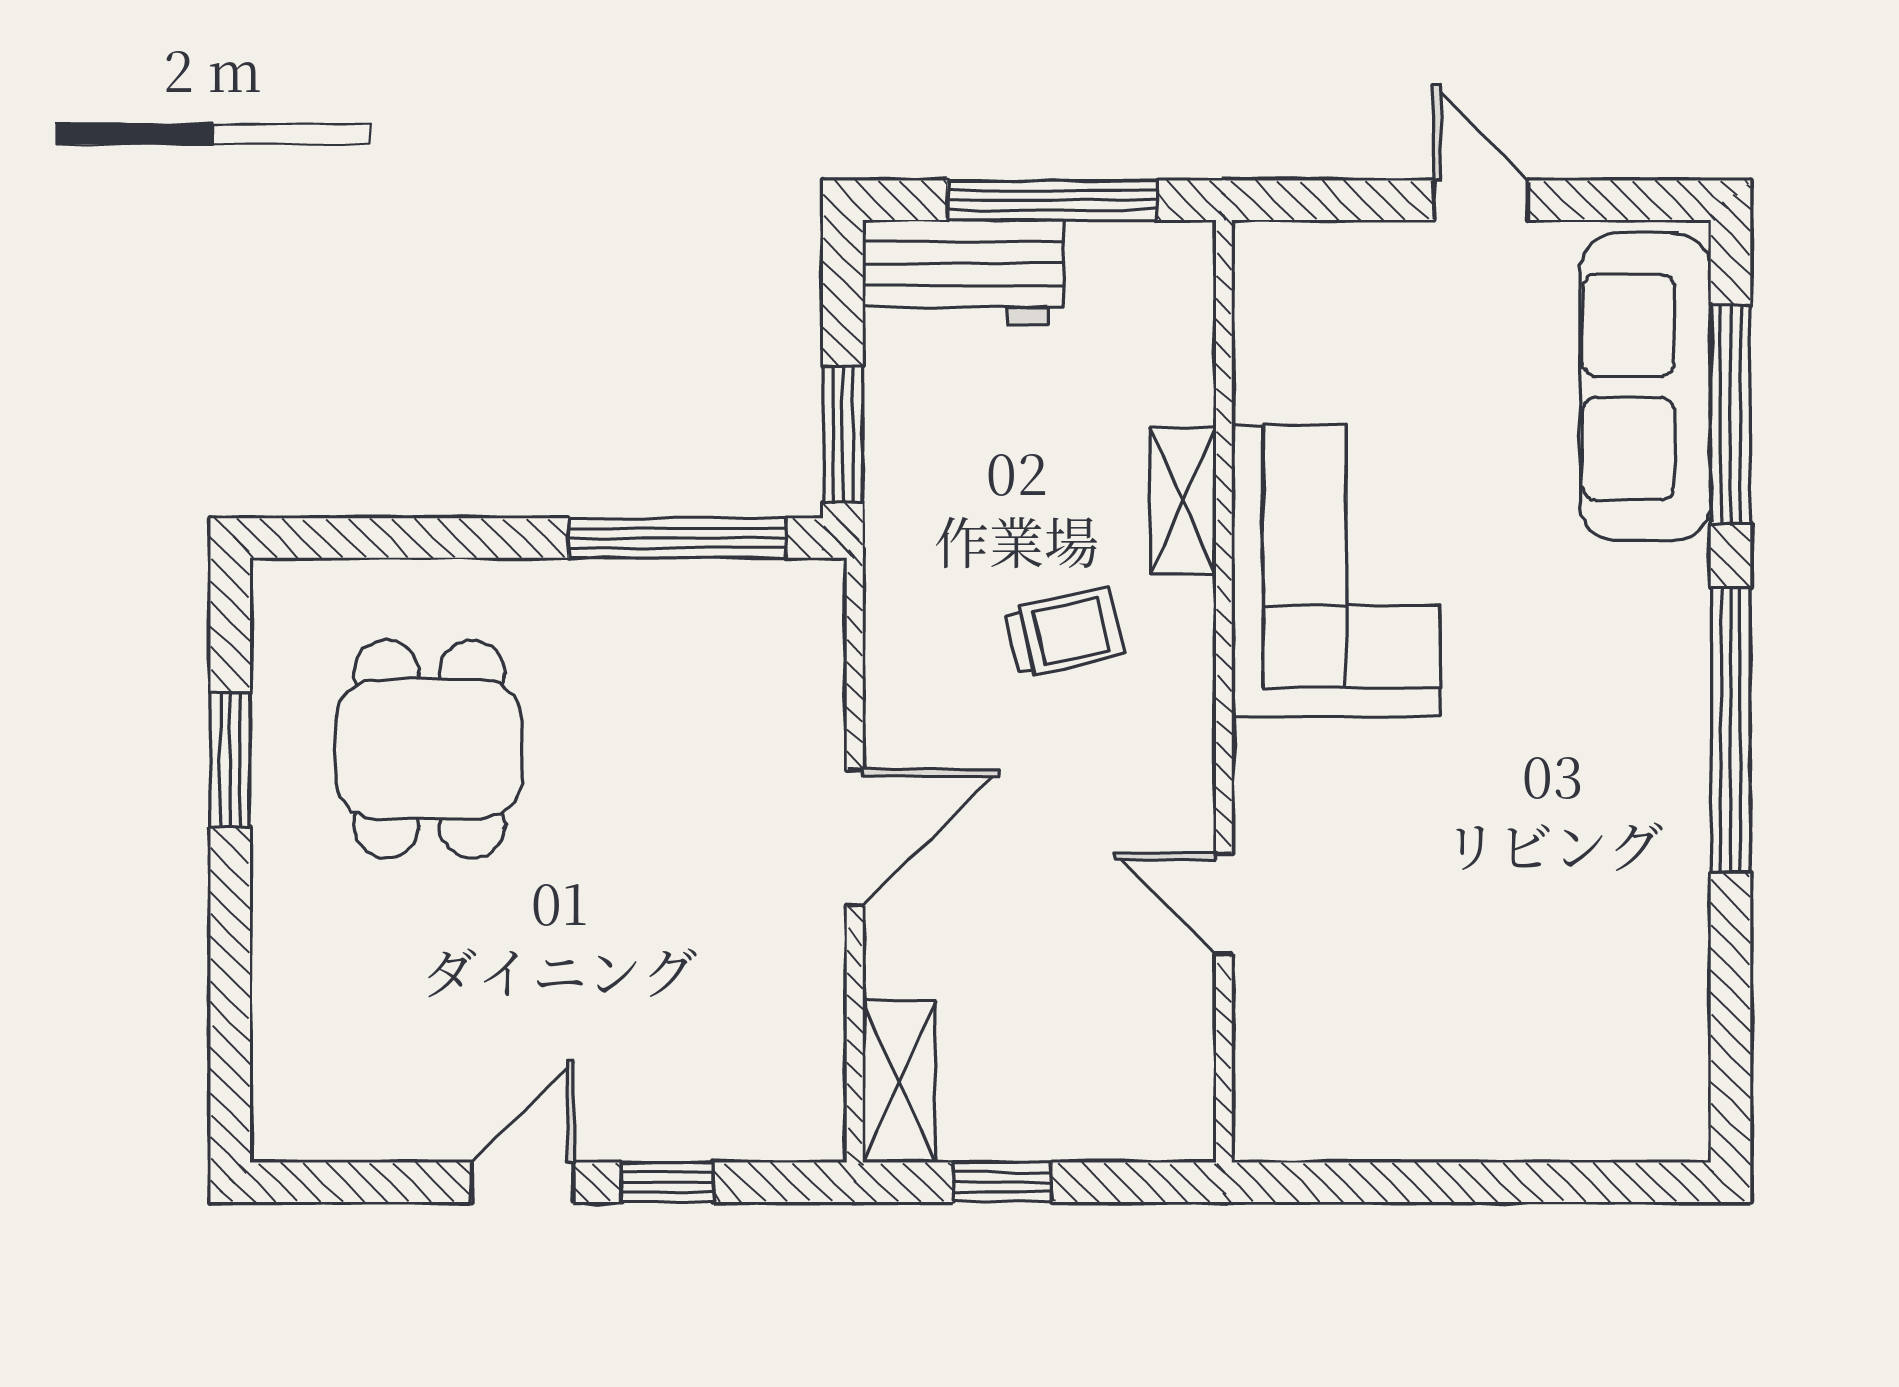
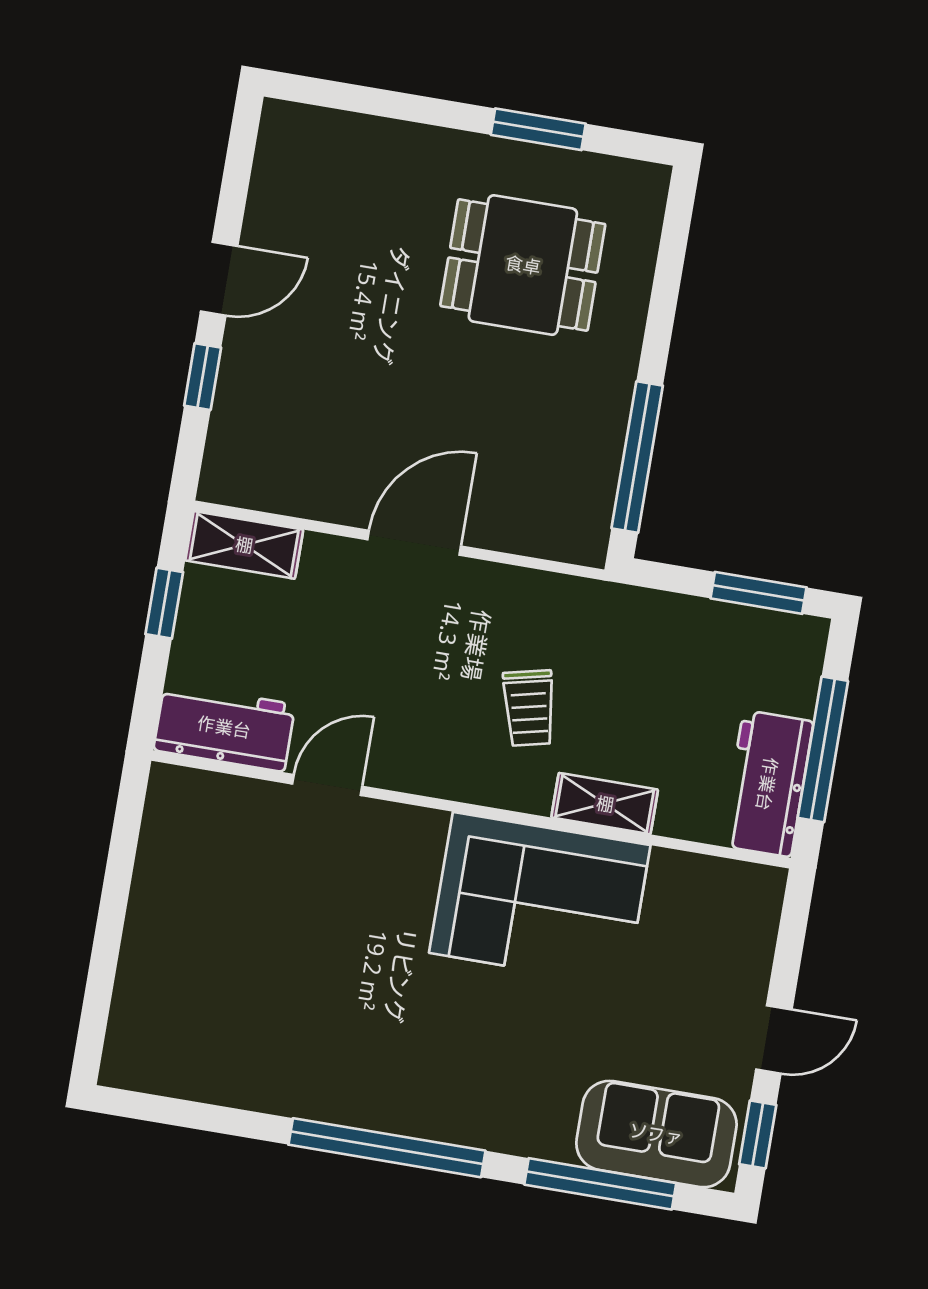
window: (1621, 200) -> (758, 1135), added
workbench: (963, 272) -> (767, 784), moved
sofa: (1645, 387) -> (656, 1134), width x0.73
window: (843, 434) -> (759, 593), moved
door: (855, 838) -> (414, 543), swing flipped
workbench: (1166, 1066) -> (224, 727), added
door: (523, 1182) -> (219, 279), hinge flipped

